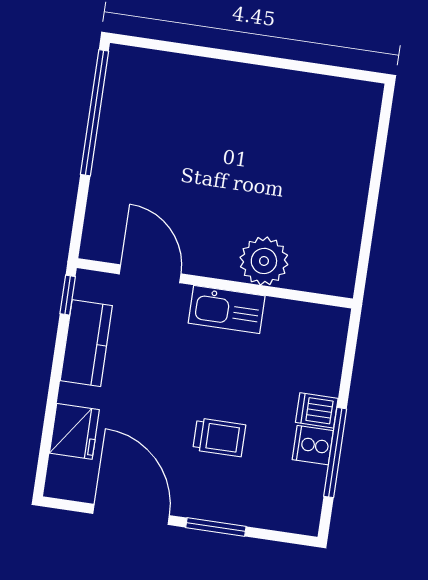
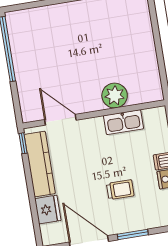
kitchen sink: (227, 309) -> (124, 122), moved
kitchen counter: (86, 343) -> (40, 164), width x1.50

